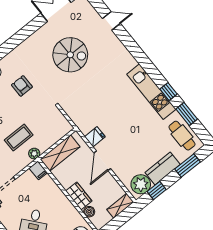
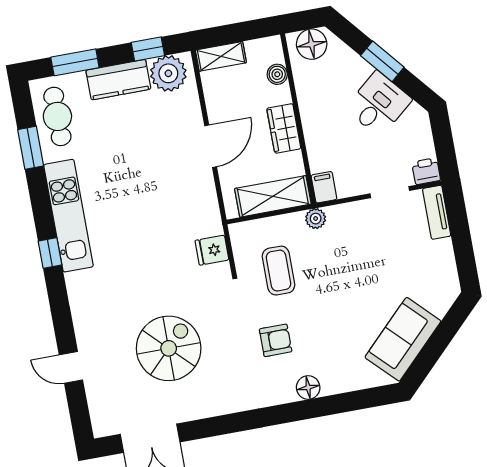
spiral stairs: (70, 55) -> (169, 348), turned 90
armchair: (22, 86) -> (276, 340), turned -90
window: (168, 92) -> (50, 253), moved
fridge: (95, 137) -> (212, 250), moved
coffee table: (19, 138) -> (279, 271), moved, turned 90
wardrobe: (79, 196) -> (284, 128), moved

